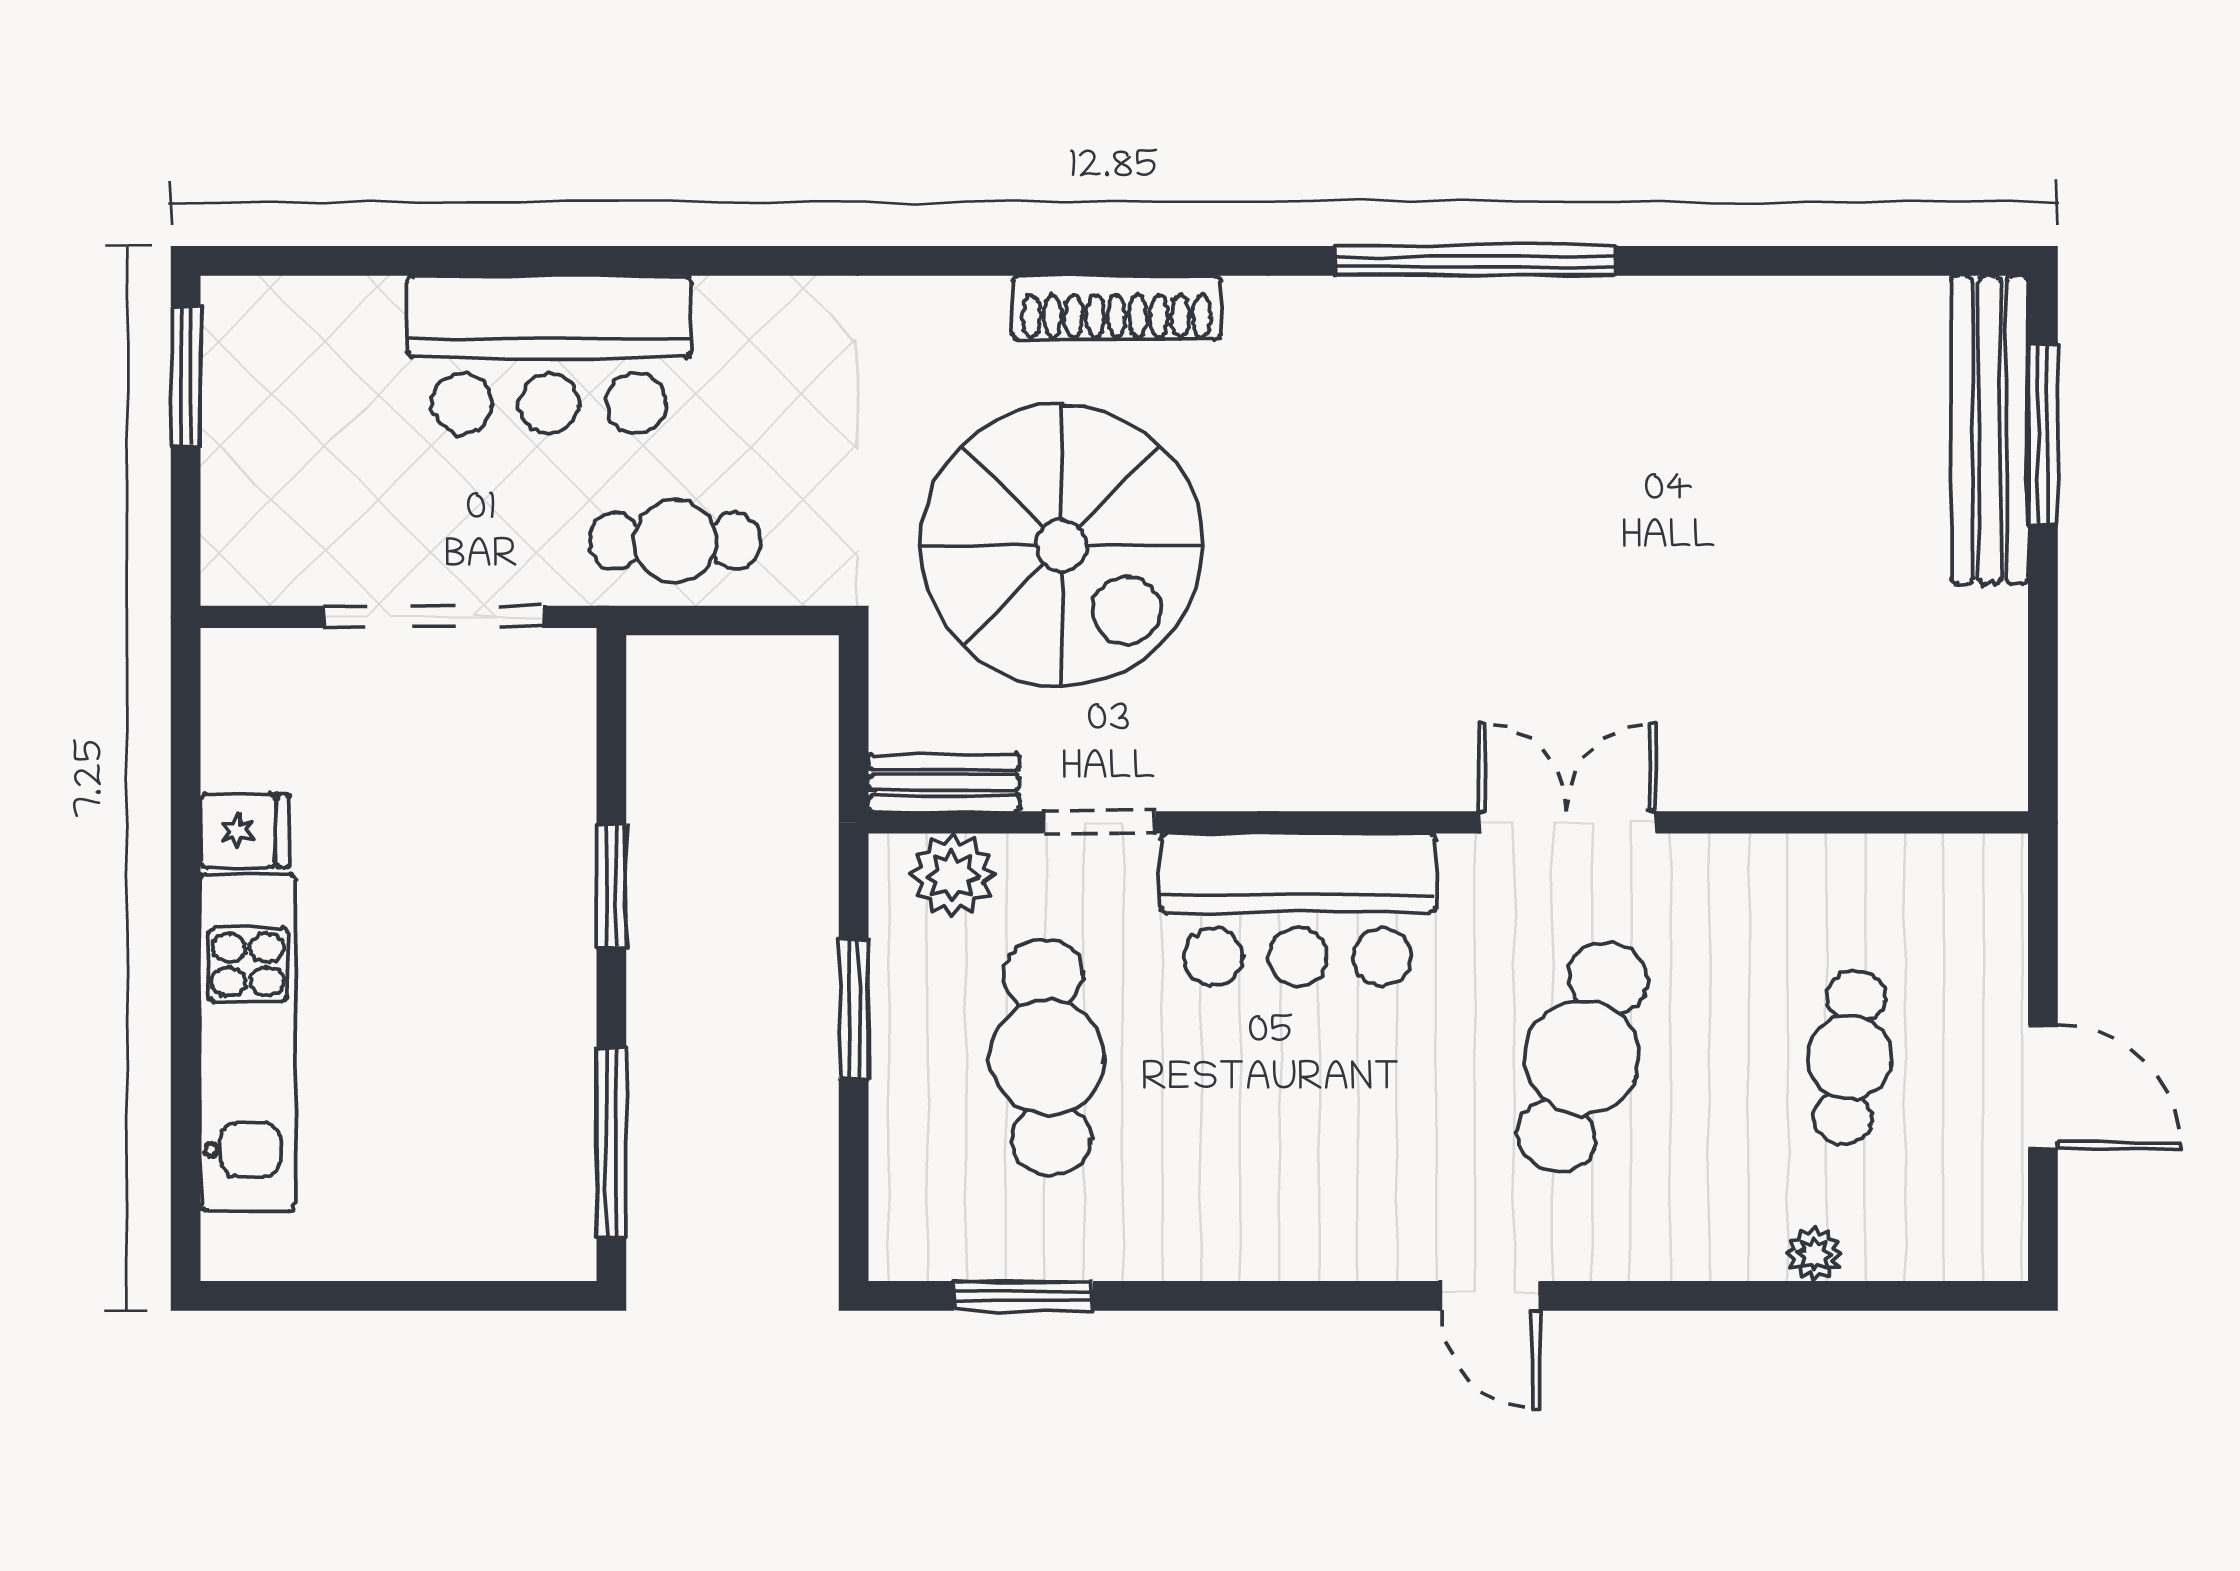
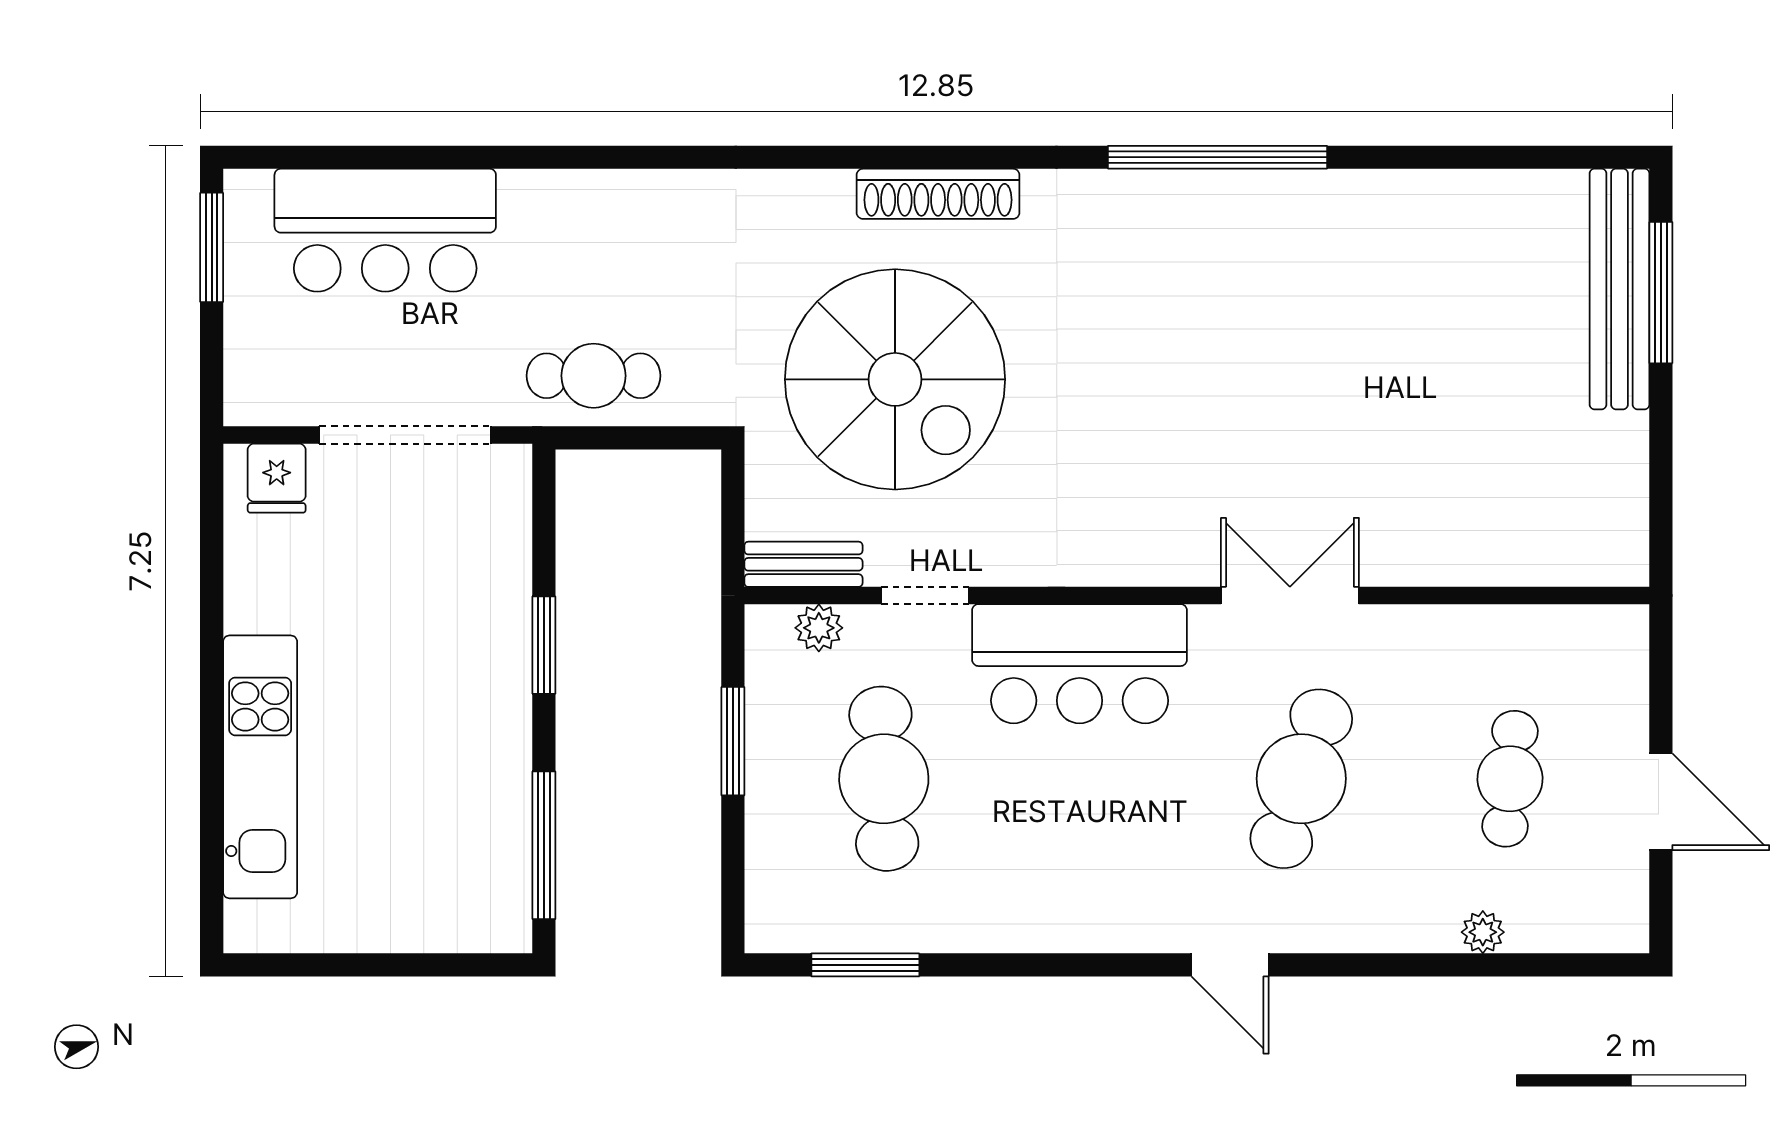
bar counter: (549, 354) -> (385, 230), moved
fridge: (245, 831) -> (277, 478), moved, turned 90
plant: (952, 875) -> (819, 628), width x0.73, depth x0.73

